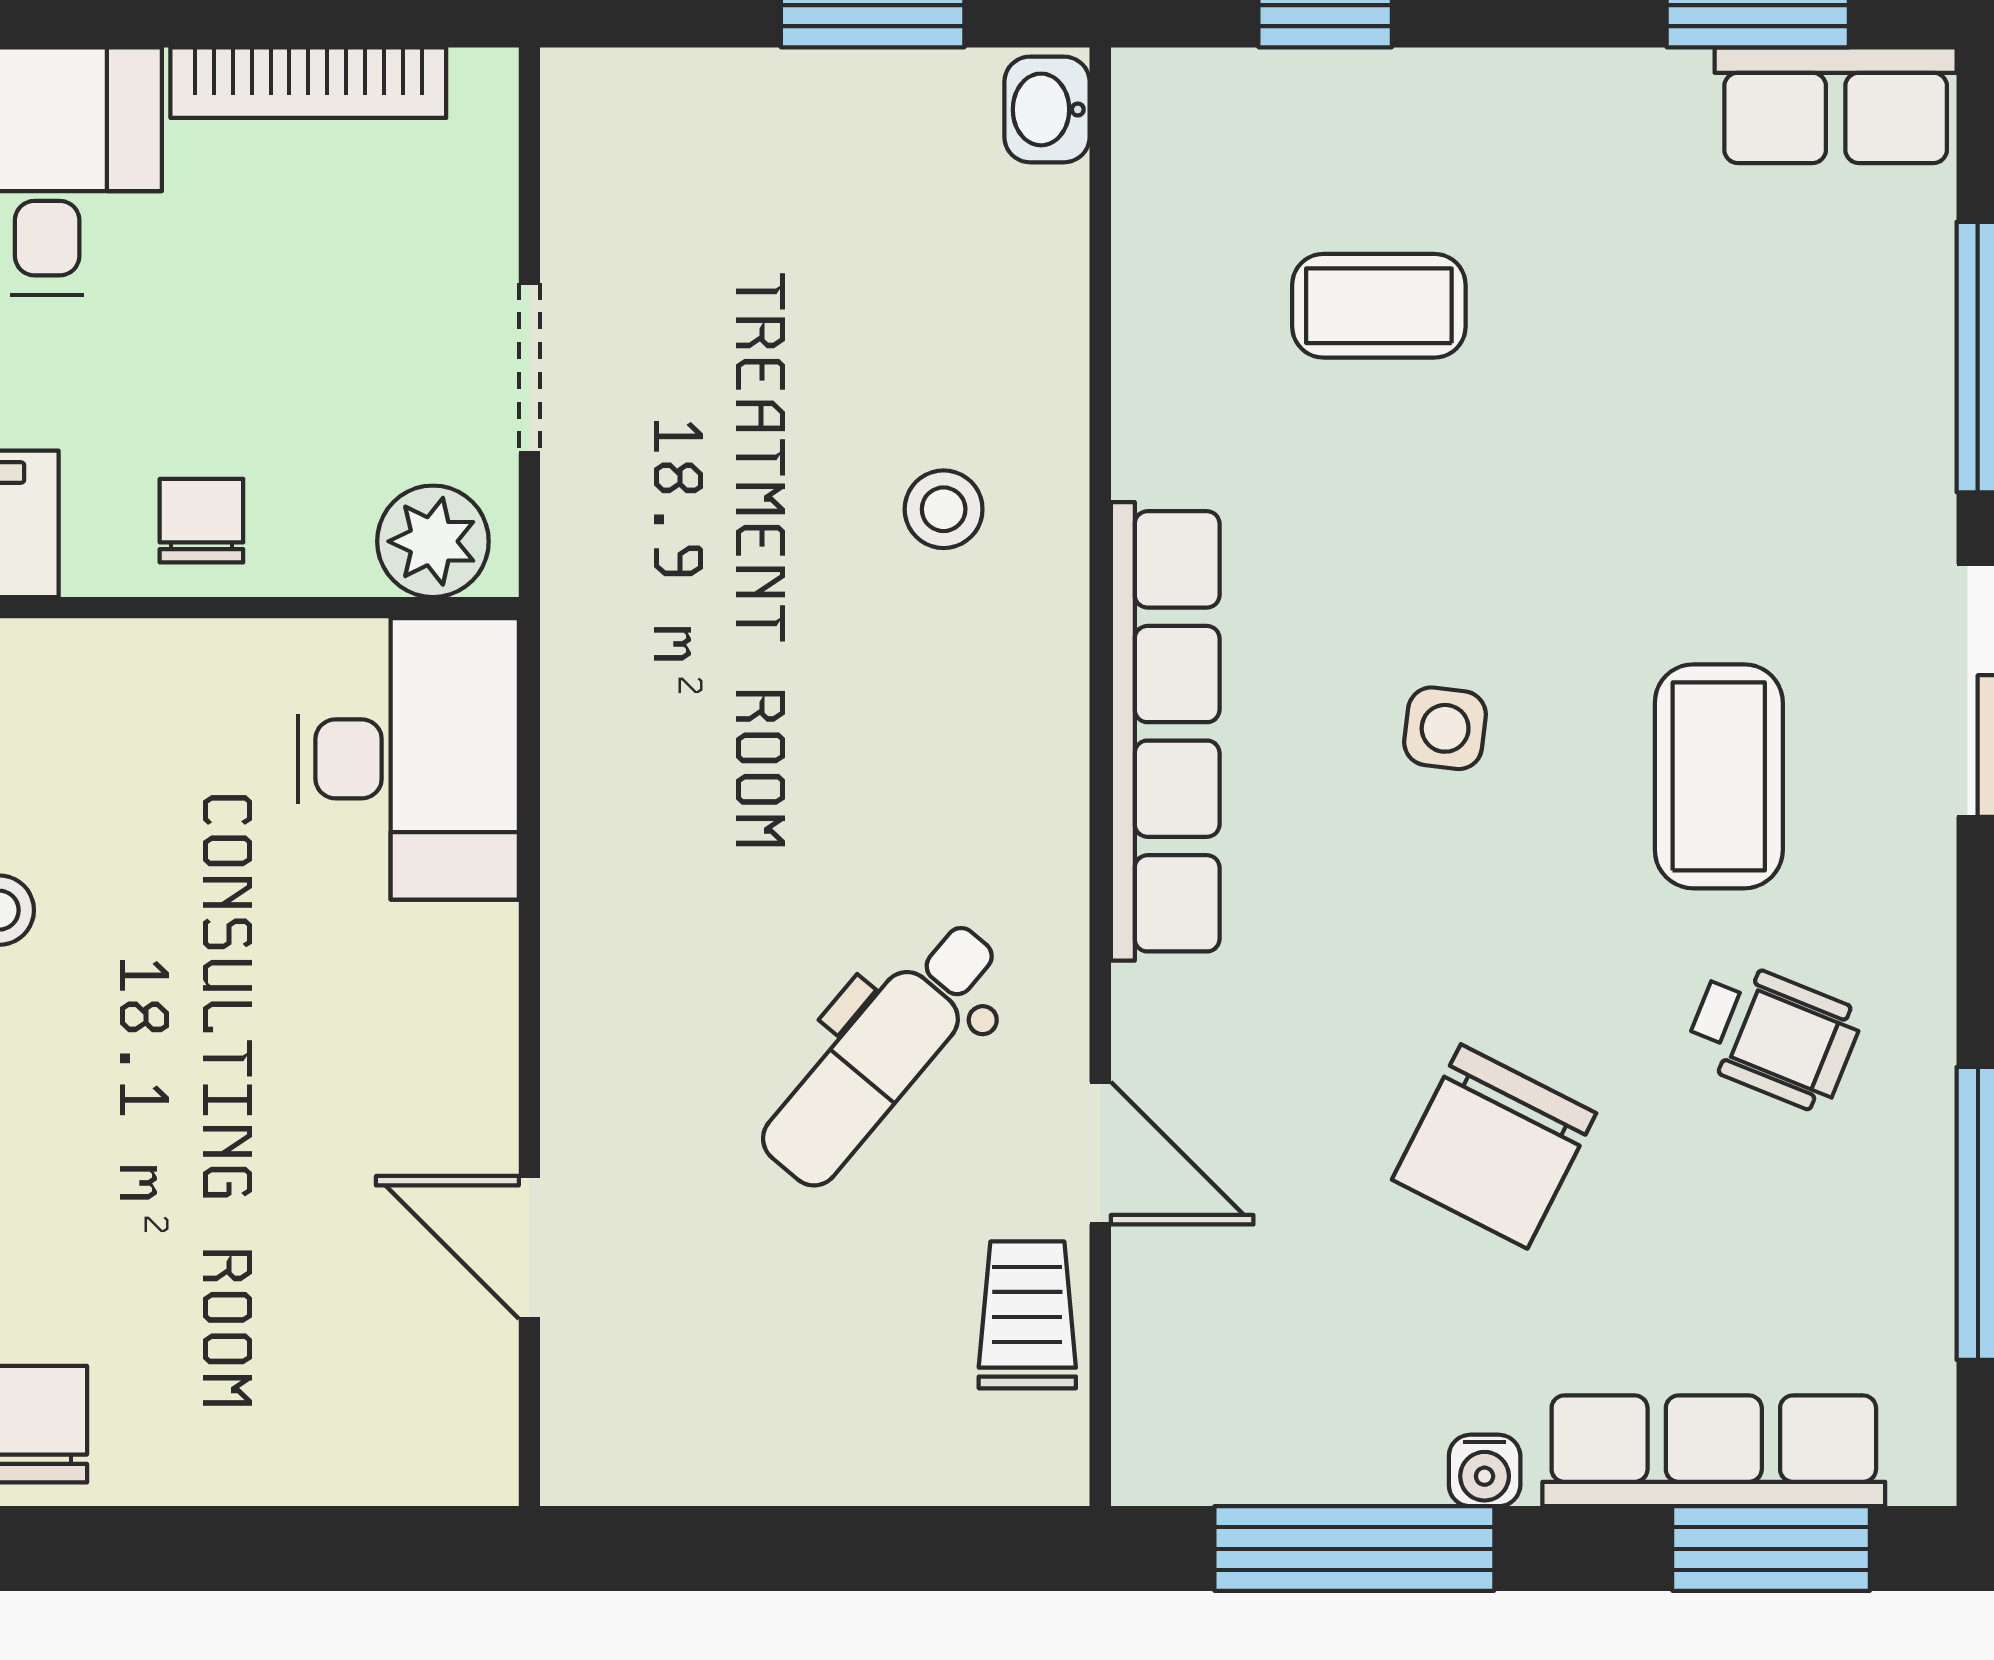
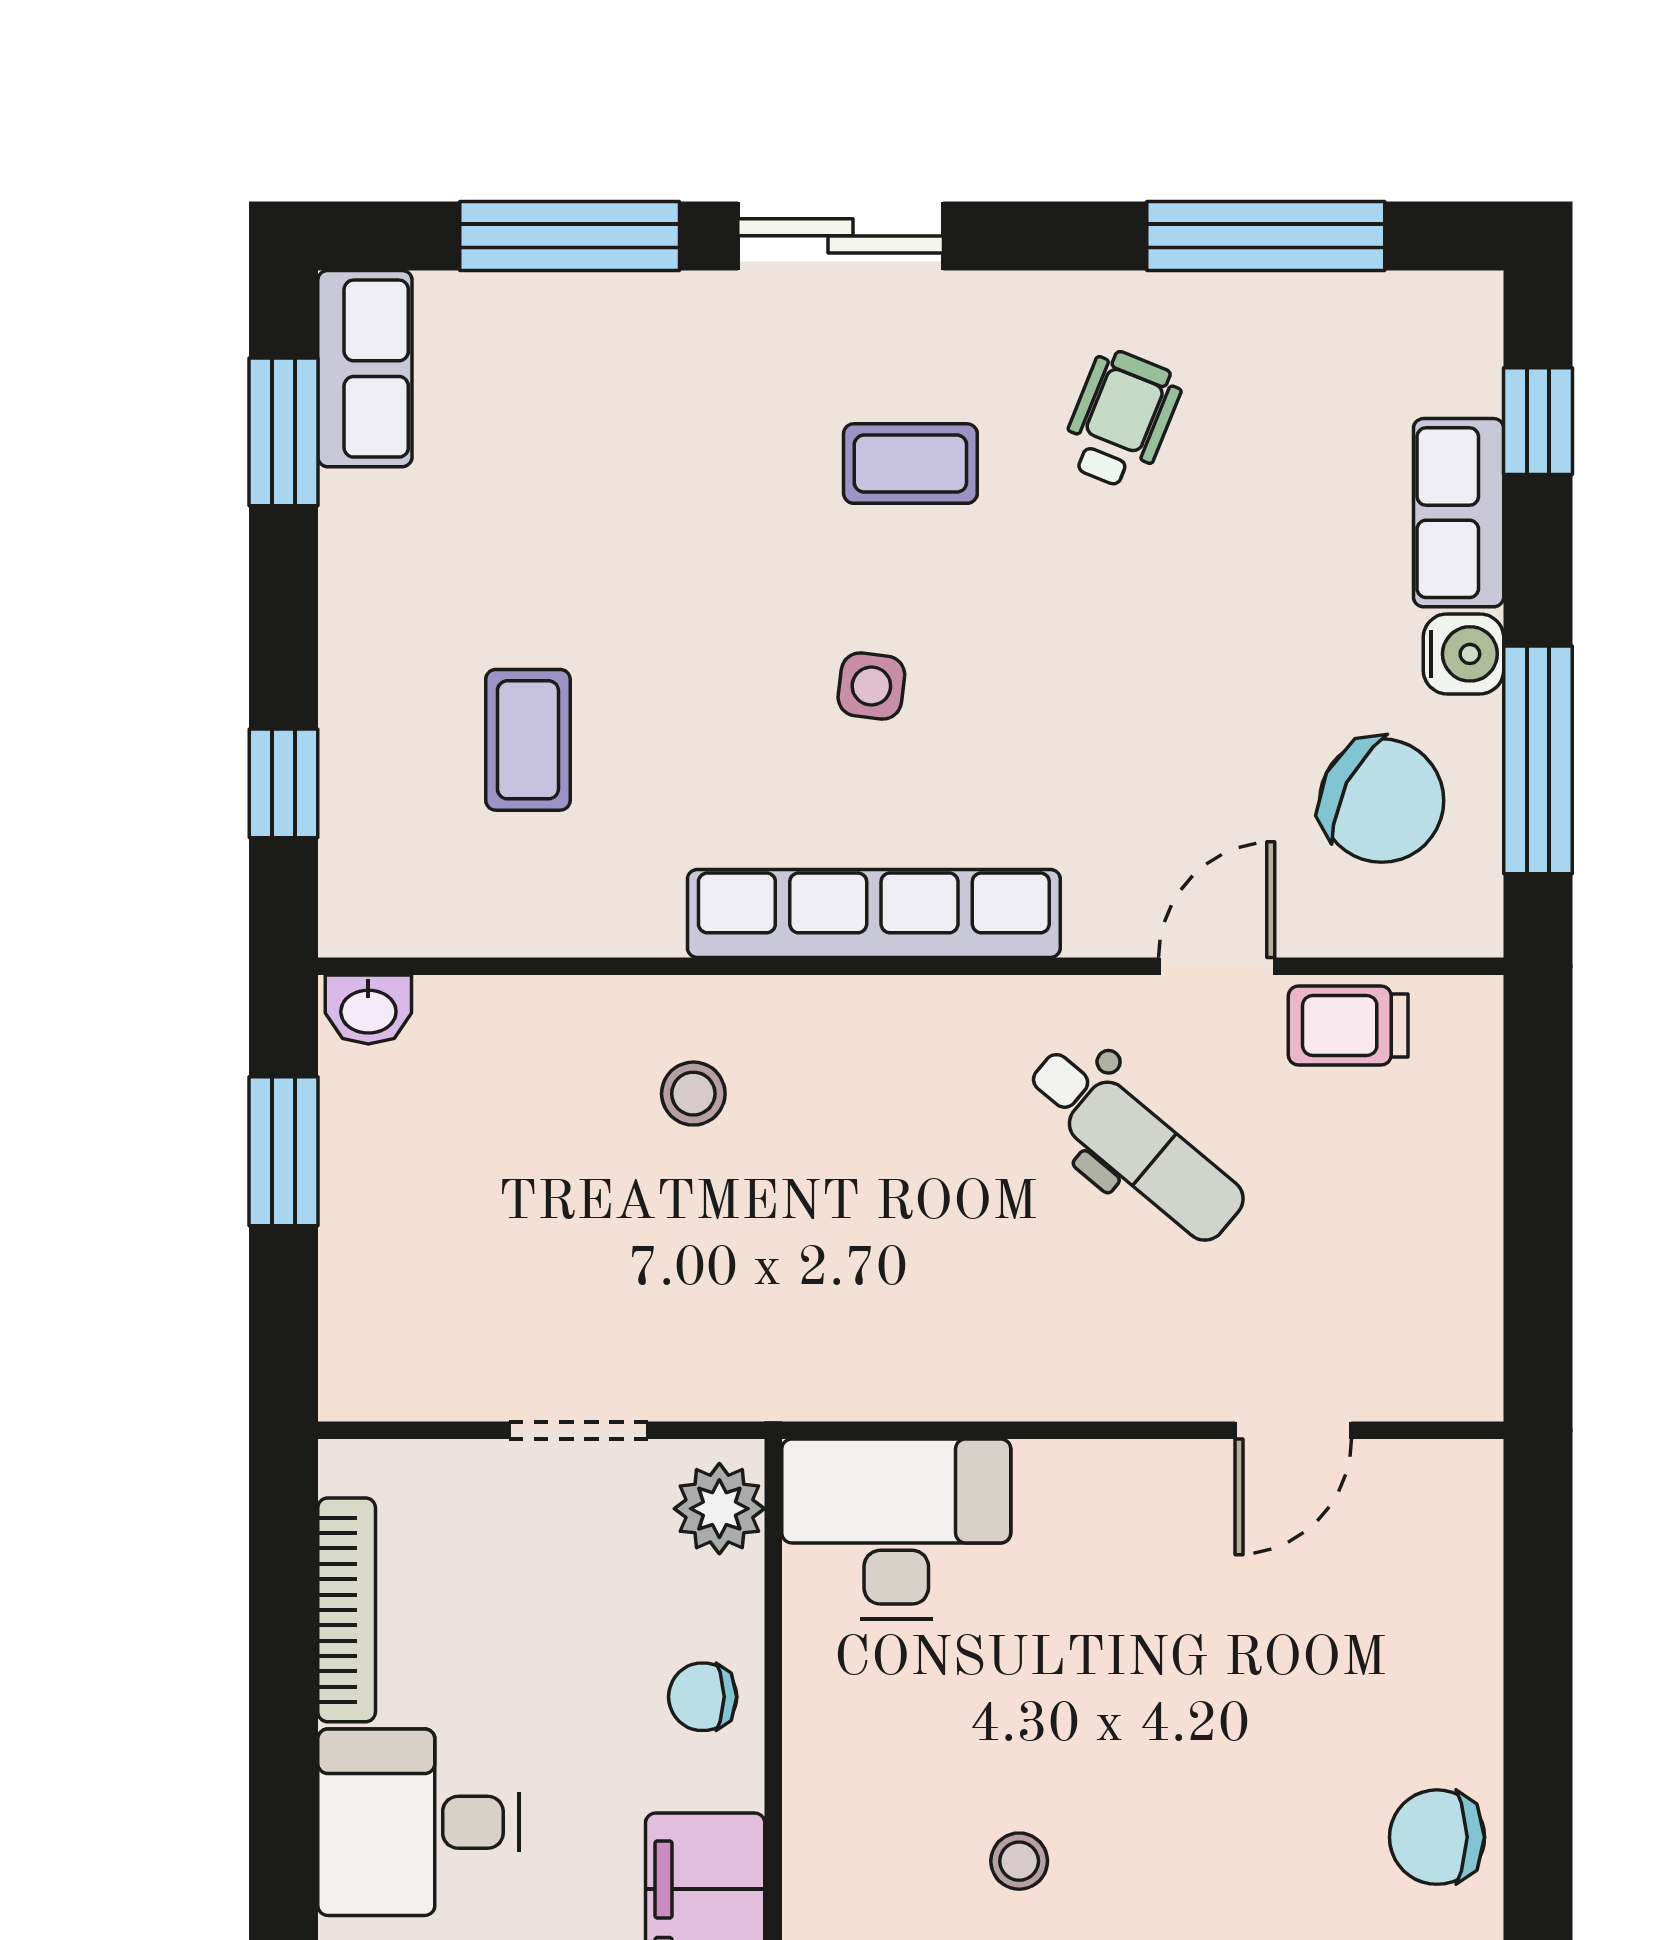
coffee table: (1719, 776) -> (910, 464), width x0.73, depth x0.77
chair: (1494, 1146) -> (1382, 801), moved
row of seats: (1714, 1451) -> (1459, 513), width x0.68
water cooler: (1485, 1470) -> (1463, 654), width x1.38, depth x1.38
window: (1771, 1549) -> (1538, 421), width x0.67

